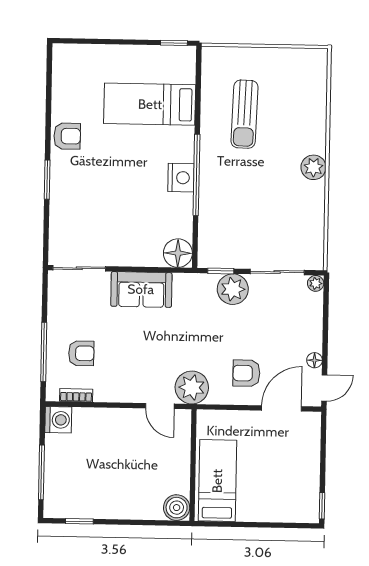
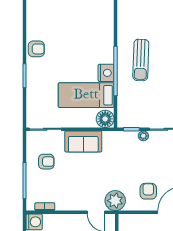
bed: (150, 104) -> (86, 95), moved
sun lounger: (244, 114) -> (141, 60), moved
plant: (233, 289) -> (143, 136), width x0.53, depth x0.53
armchair: (81, 353) -> (46, 162), moved
armchair: (246, 373) -> (148, 191), turned 90

